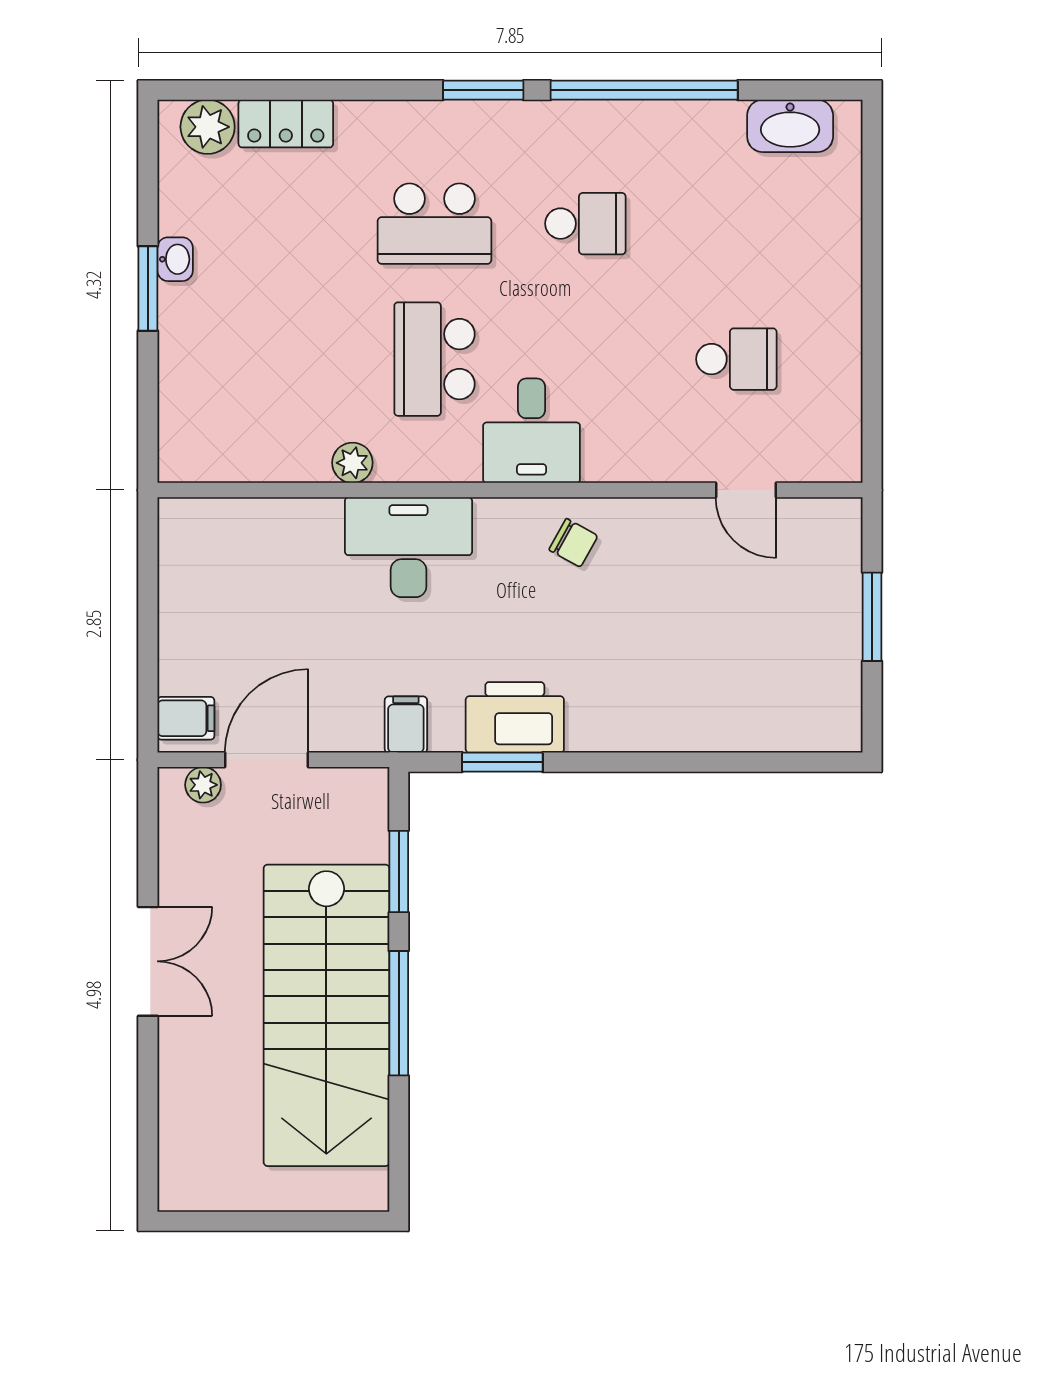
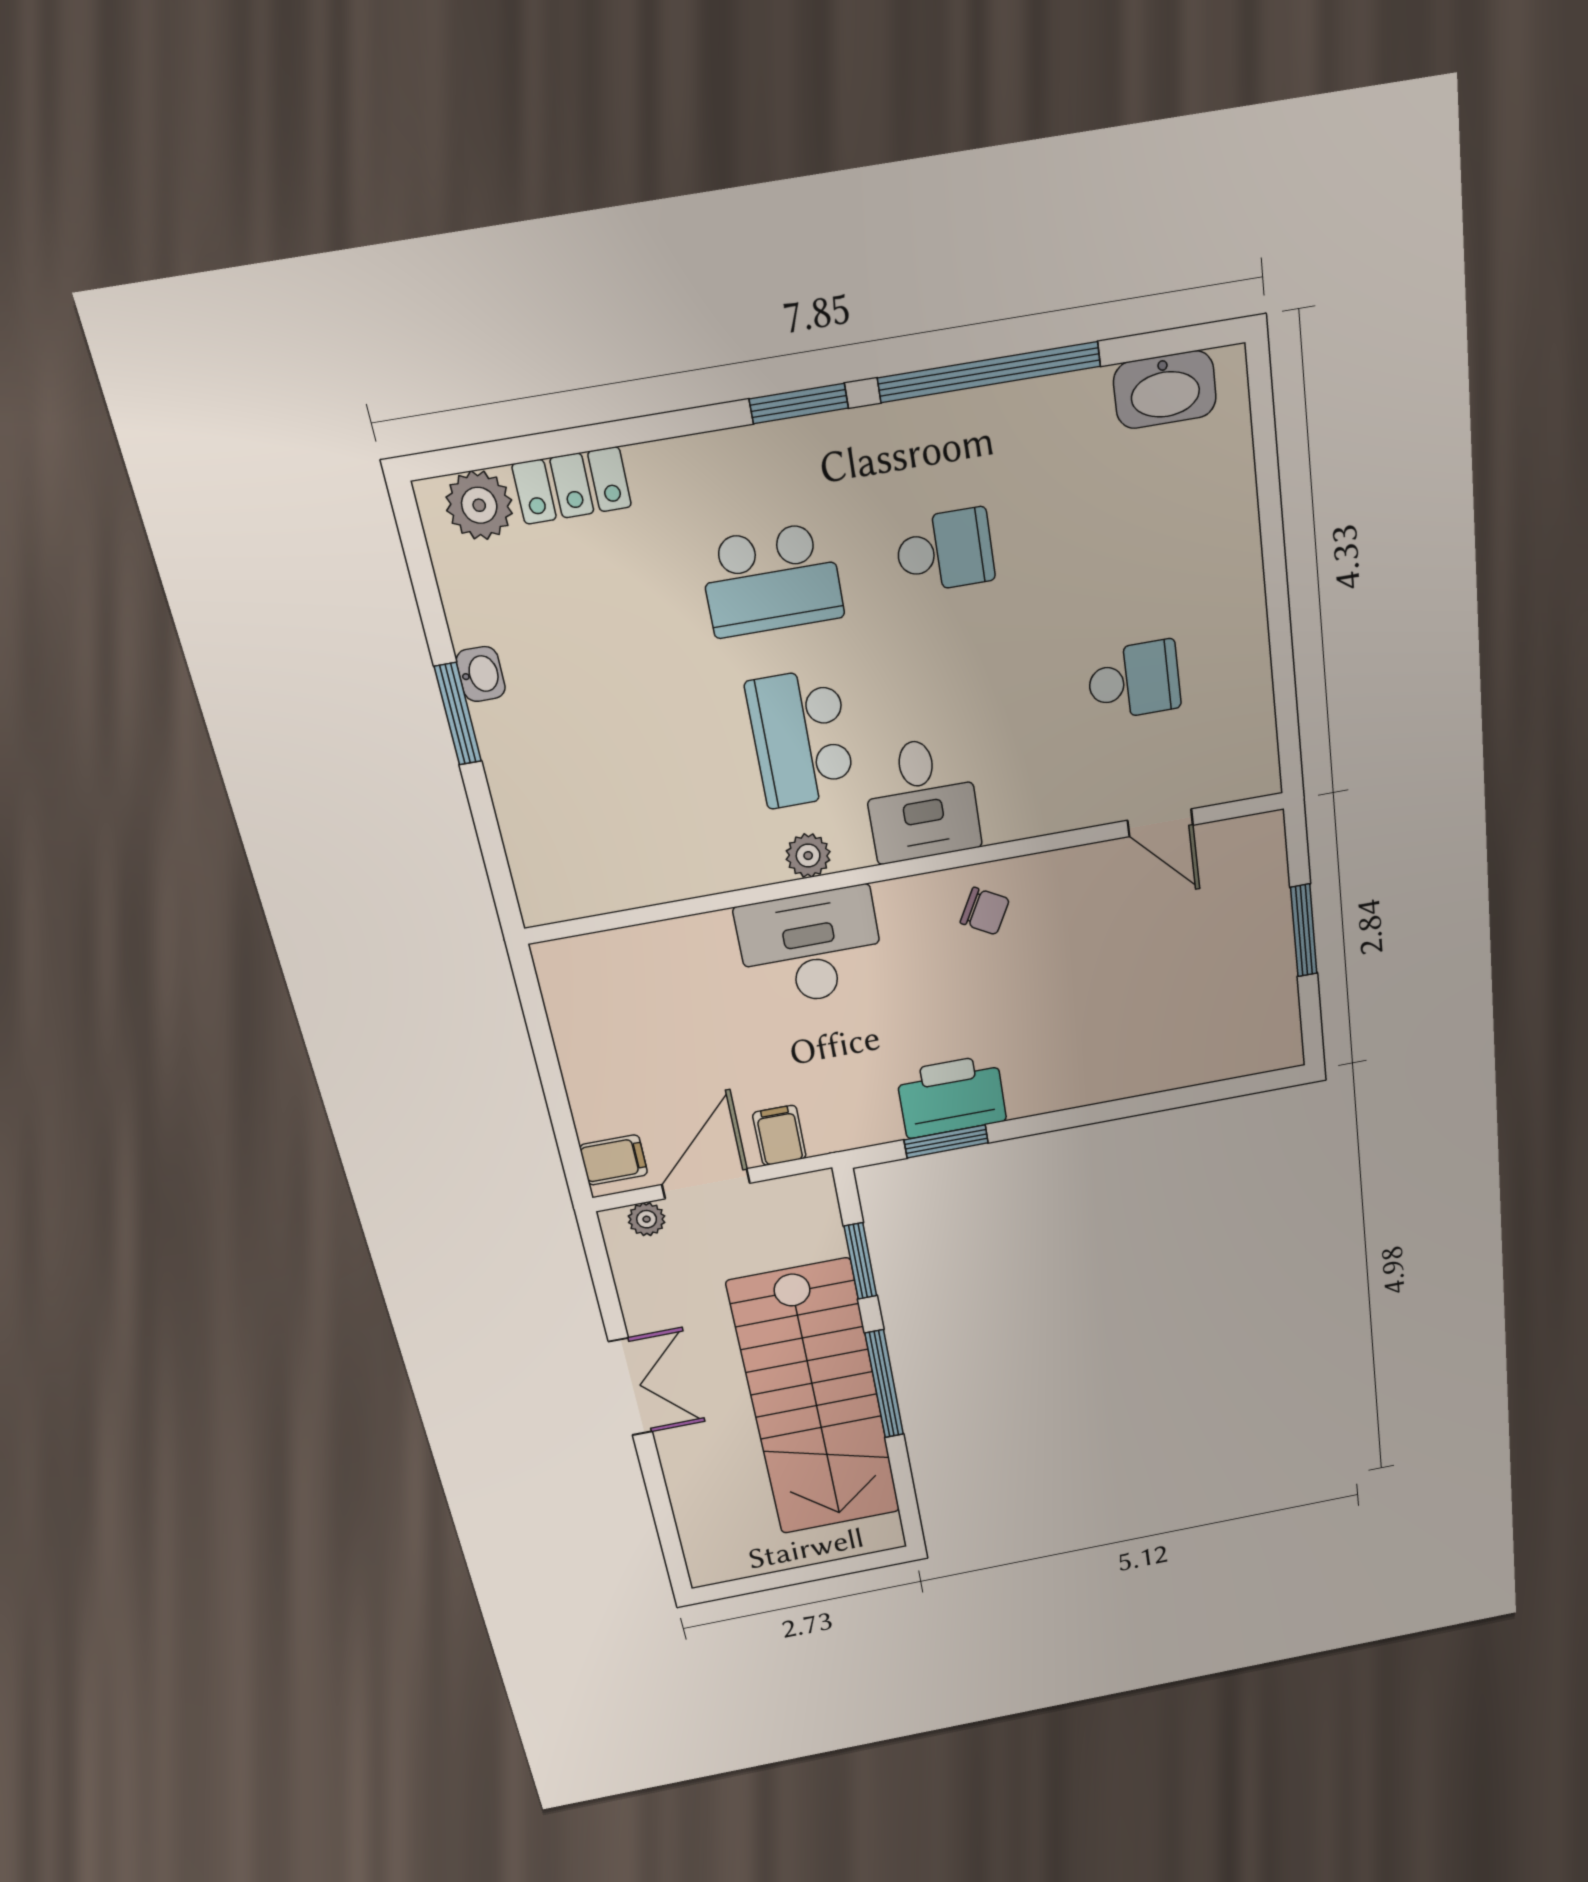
plant: (352, 463) -> (808, 856), moved
filing cabinet: (406, 725) -> (779, 1135), moved

